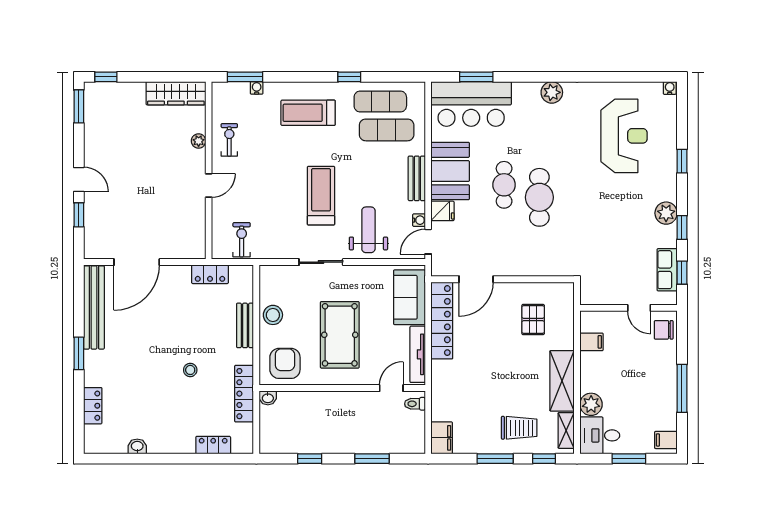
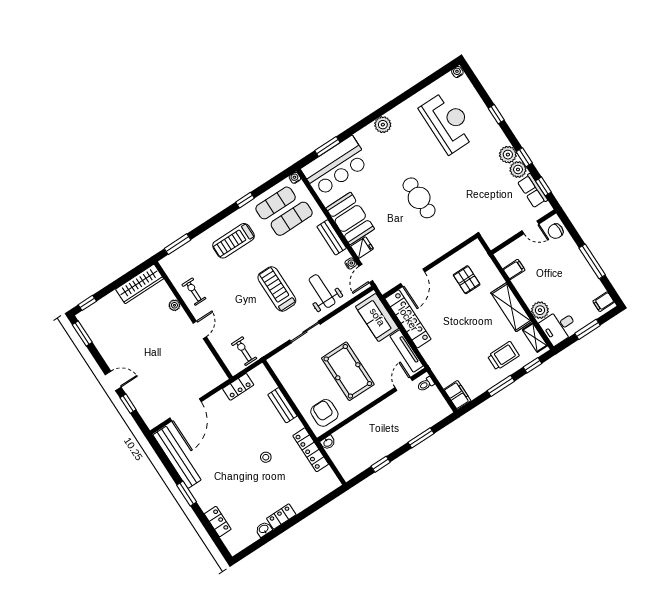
water cooler: (257, 88) -> (295, 178), moved
cafe table: (504, 185) -> (391, 205), removed
plant: (667, 236) -> (518, 169), added
stool: (273, 315) -> (296, 387), removed
locker: (213, 445) -> (281, 516), moved

